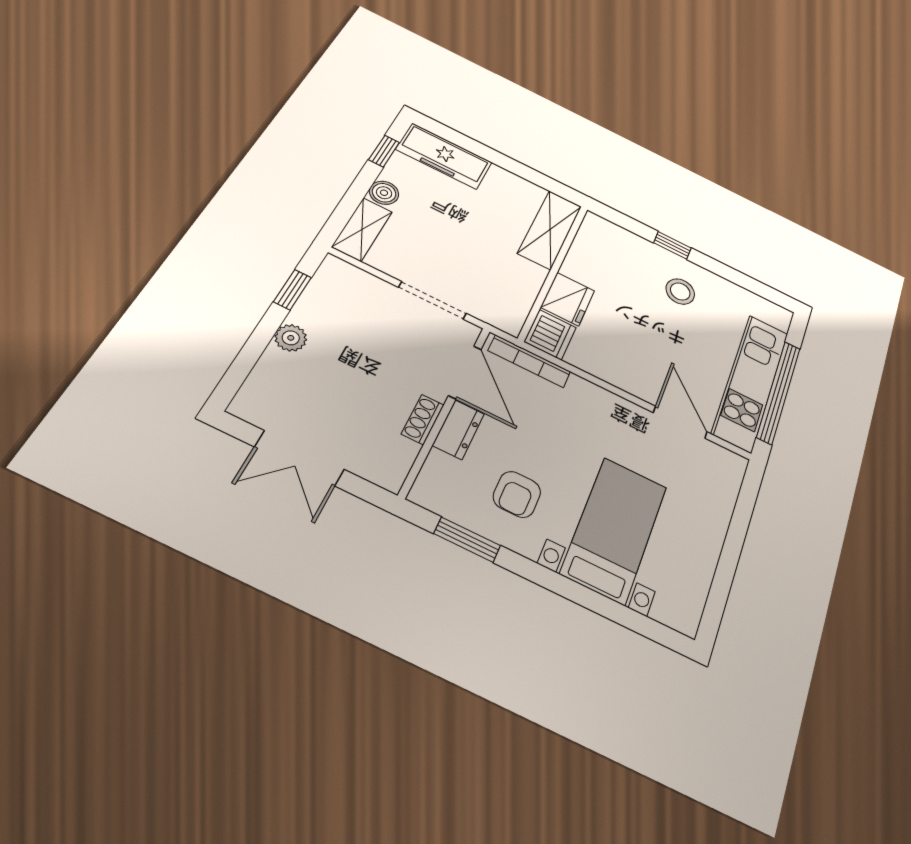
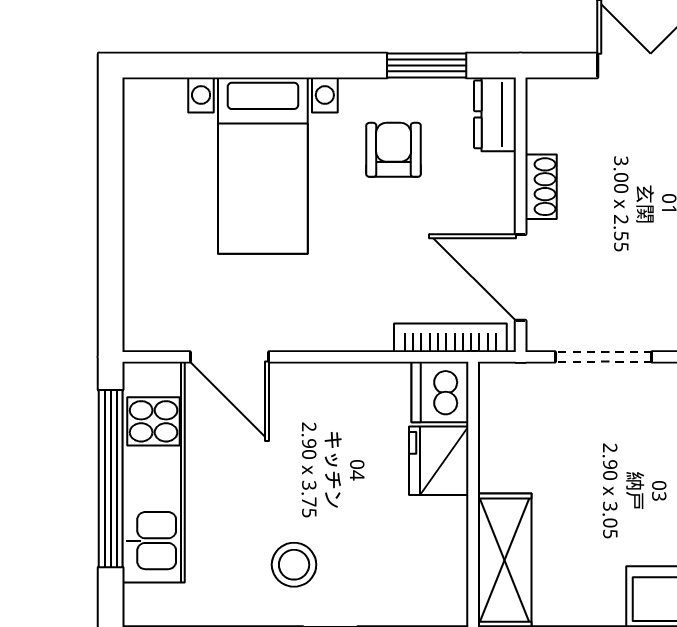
dresser: (458, 430) -> (495, 114), moved

